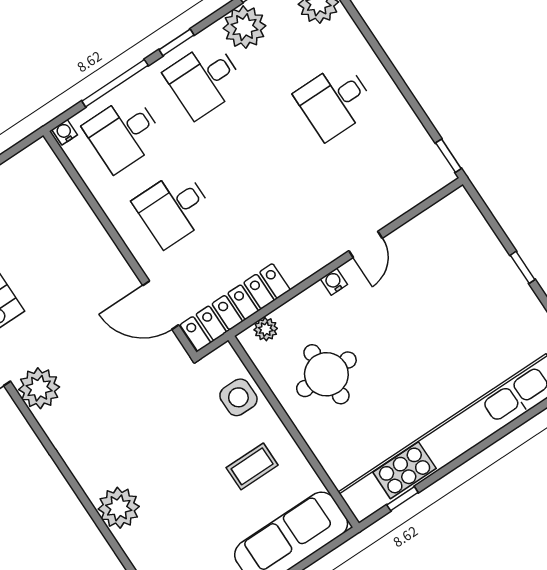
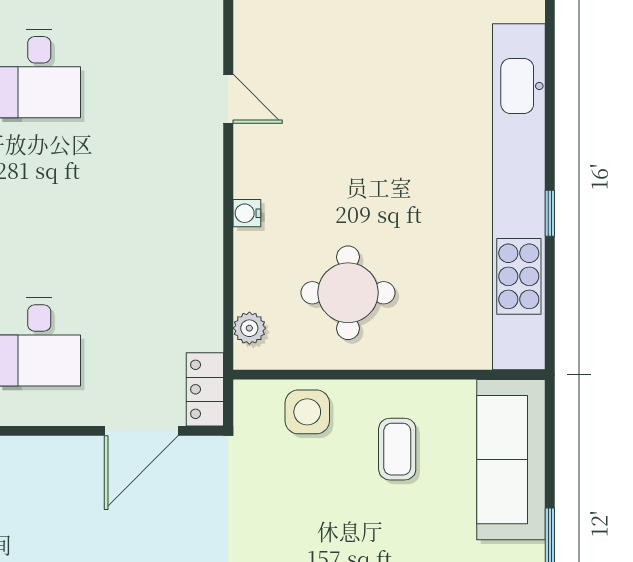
door: (365, 244) -> (228, 99), moved
locker: (235, 307) -> (205, 389), width x0.46, depth x0.83
window: (403, 499) -> (550, 213), moved

